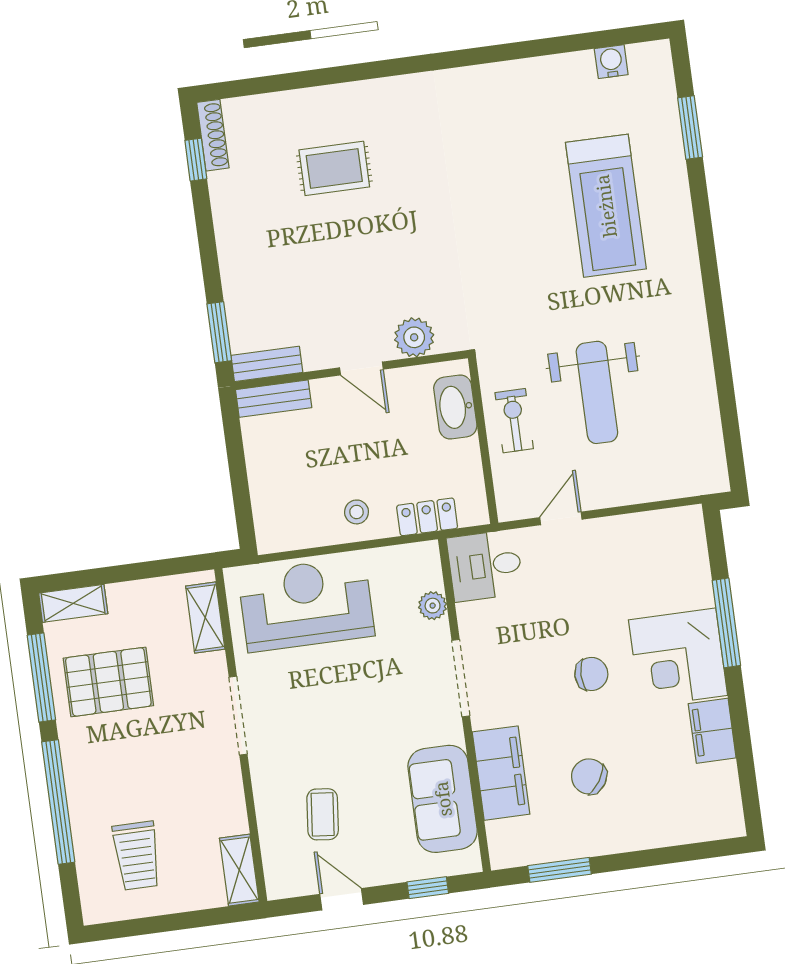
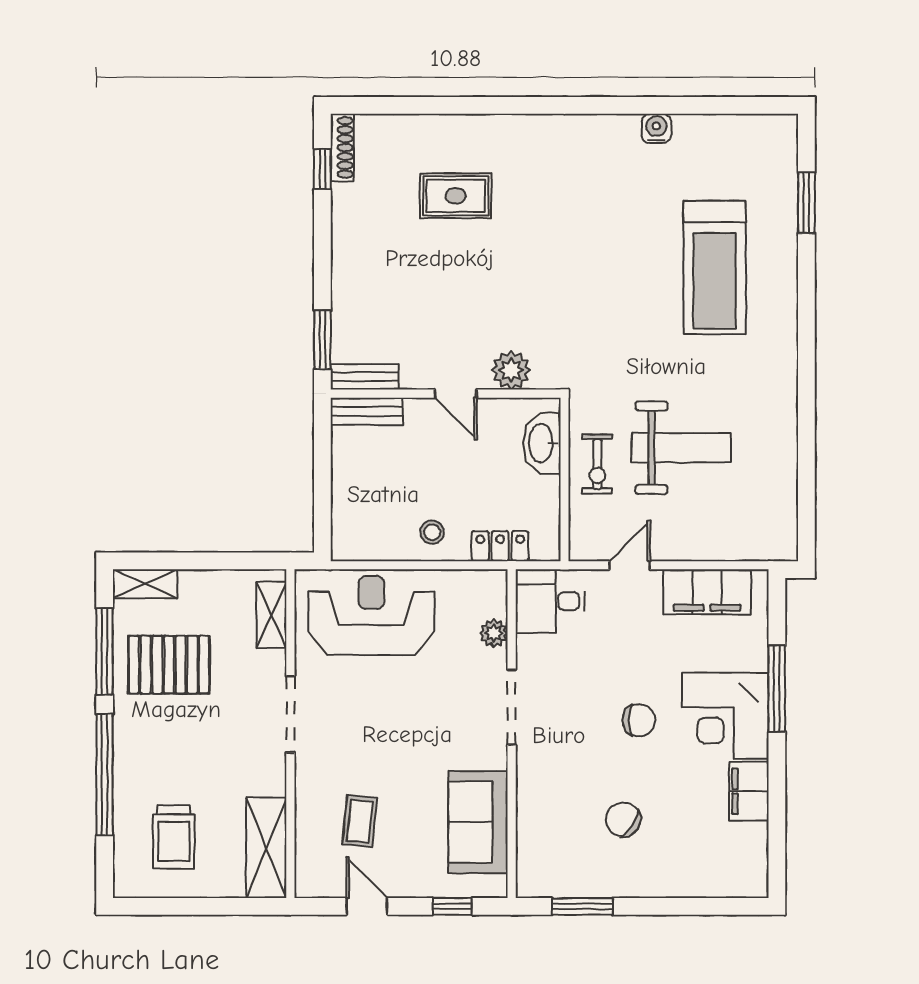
water cooler: (611, 62) -> (656, 128), moved
weight bench: (597, 392) -> (681, 448), turned -90
exercise bike: (514, 421) -> (597, 464), turned 180
filing cabinet: (501, 773) -> (707, 592), moved, turned 90
shelving: (239, 870) -> (266, 848), width x1.50, depth x1.33

